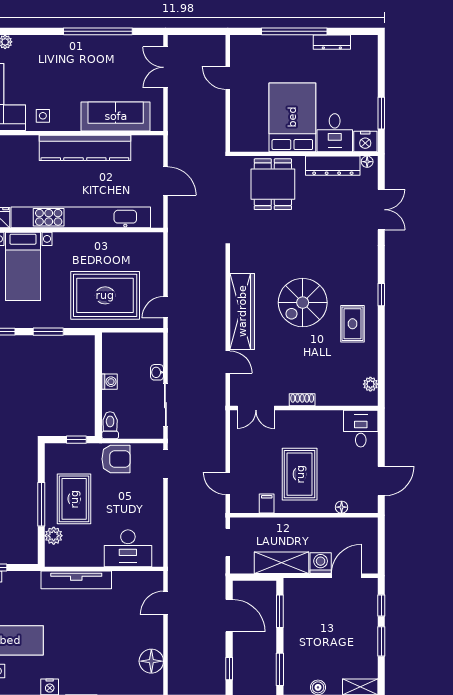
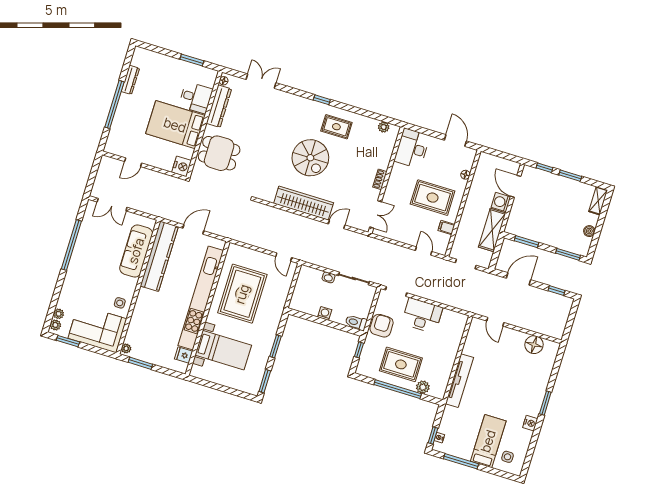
nightstand: (365, 141) -> (182, 166), moved
kitchen counter: (85, 148) -> (159, 256), moved
rug: (105, 295) -> (242, 294), moved
desk: (361, 429) -> (412, 148), width x1.37
door: (228, 484) -> (424, 251), swing flipped
window: (41, 504) -> (398, 389), width x1.46
desk: (128, 548) -> (422, 315), moved, turned -90

